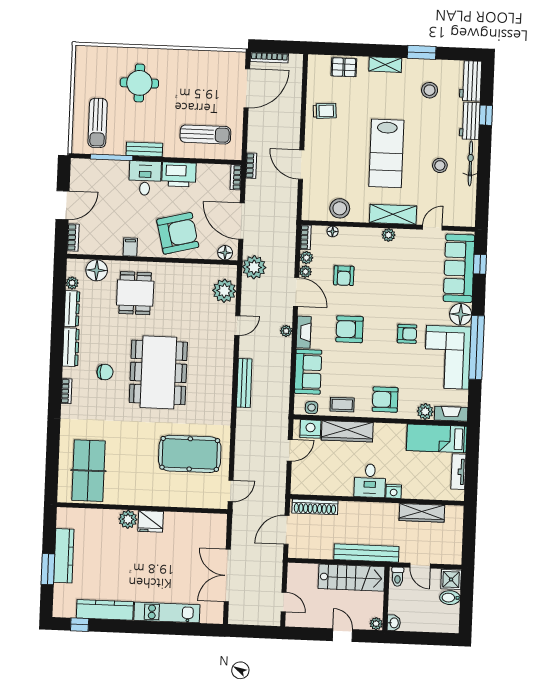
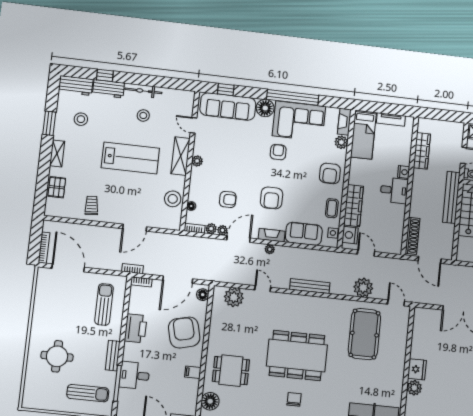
desk: (145, 178) -> (135, 375), moved
plant: (254, 267) -> (363, 288), moved

